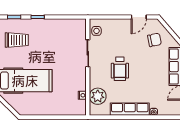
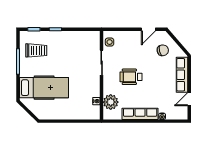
wheelchair: (120, 69) -> (131, 77), turned 90

